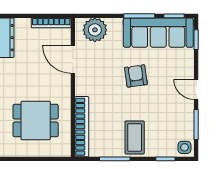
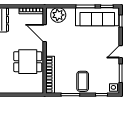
armchair: (136, 76) -> (83, 43), removed
door: (196, 89) -> (121, 52), hinge flipped
dining table: (36, 121) -> (28, 62), moved

